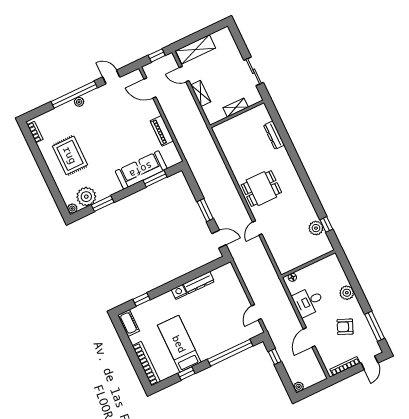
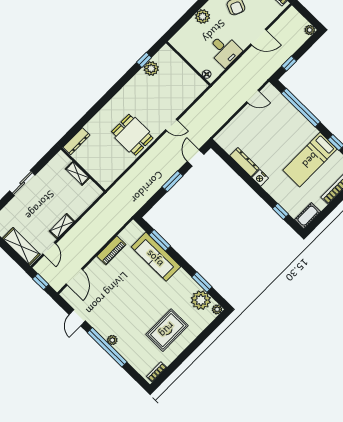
shelving: (236, 107) -> (77, 173), moved
wall: (237, 114) -> (83, 170), moved

